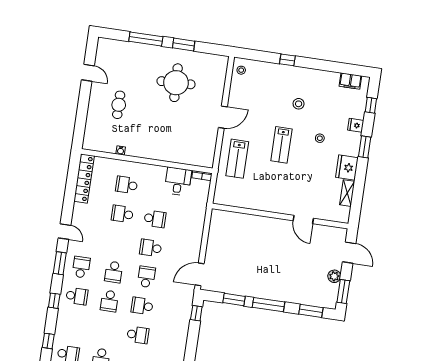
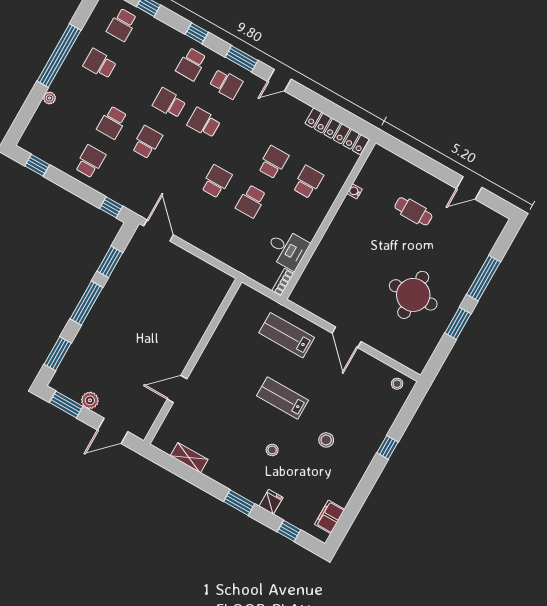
fridge: (347, 168) -> (222, 470), removed
school desk: (146, 277) -> (90, 161), moved, turned -90

